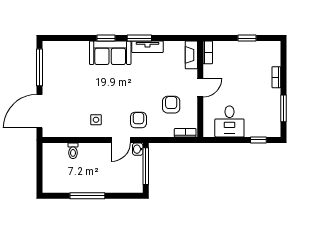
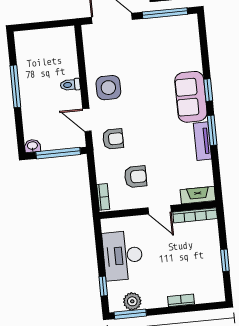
bookcase: (208, 52) -> (195, 215), width x1.56
window: (283, 108) -> (130, 314), moved
plant: (273, 117) -> (132, 301), added
side table: (96, 120) -> (108, 88), width x1.87, depth x1.87
desk: (229, 121) -> (123, 256), width x1.37
washbasin: (138, 149) -> (32, 146), moved
toilet: (73, 151) -> (70, 85), moved

